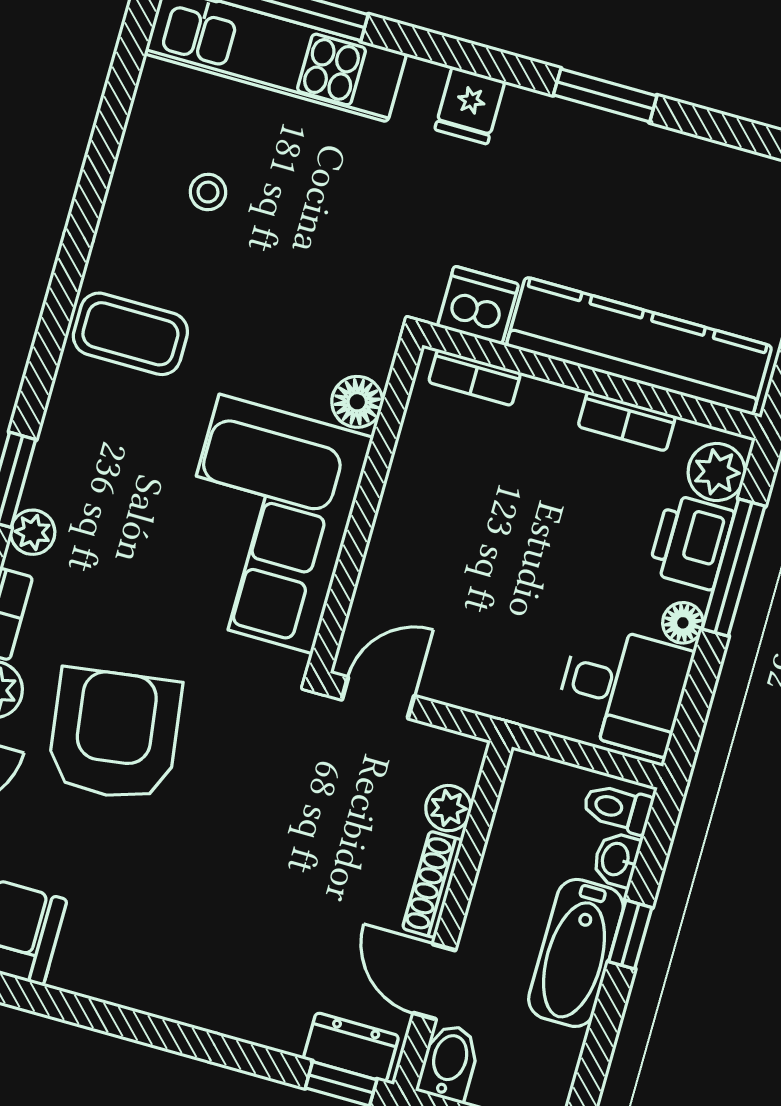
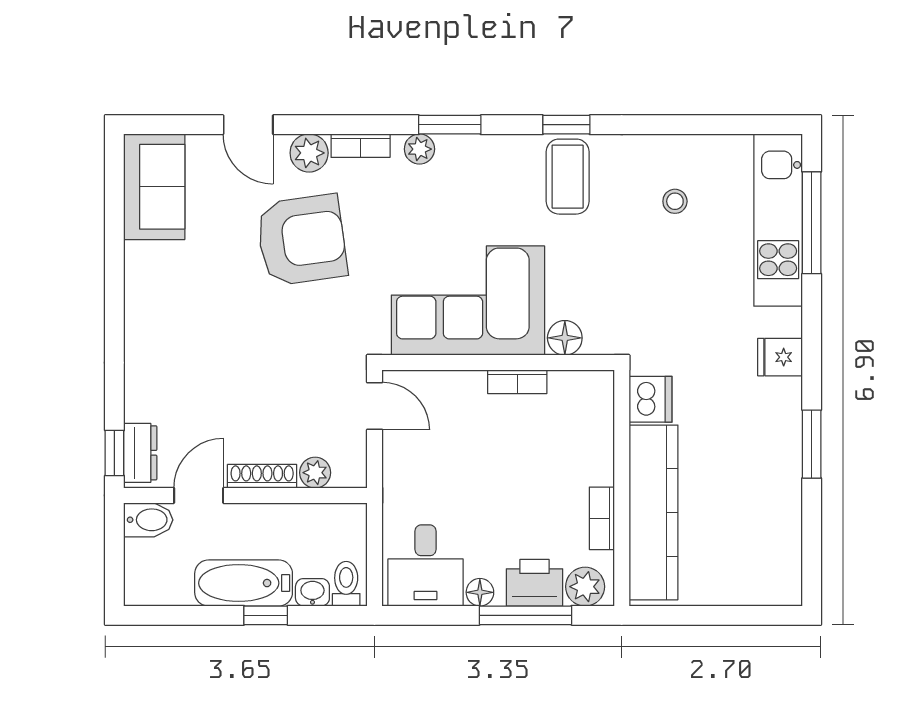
window: (57, 315) -> (566, 125), added
bookcase: (475, 377) -> (517, 382), moved, turned -90

